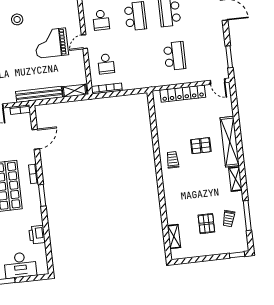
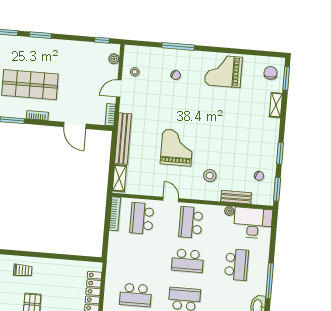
stool: (17, 19) -> (210, 176), moved
school desk: (101, 20) -> (191, 222), width x1.85
grand piano: (51, 43) -> (177, 148), moved
school desk: (106, 64) -> (142, 218), width x1.85

